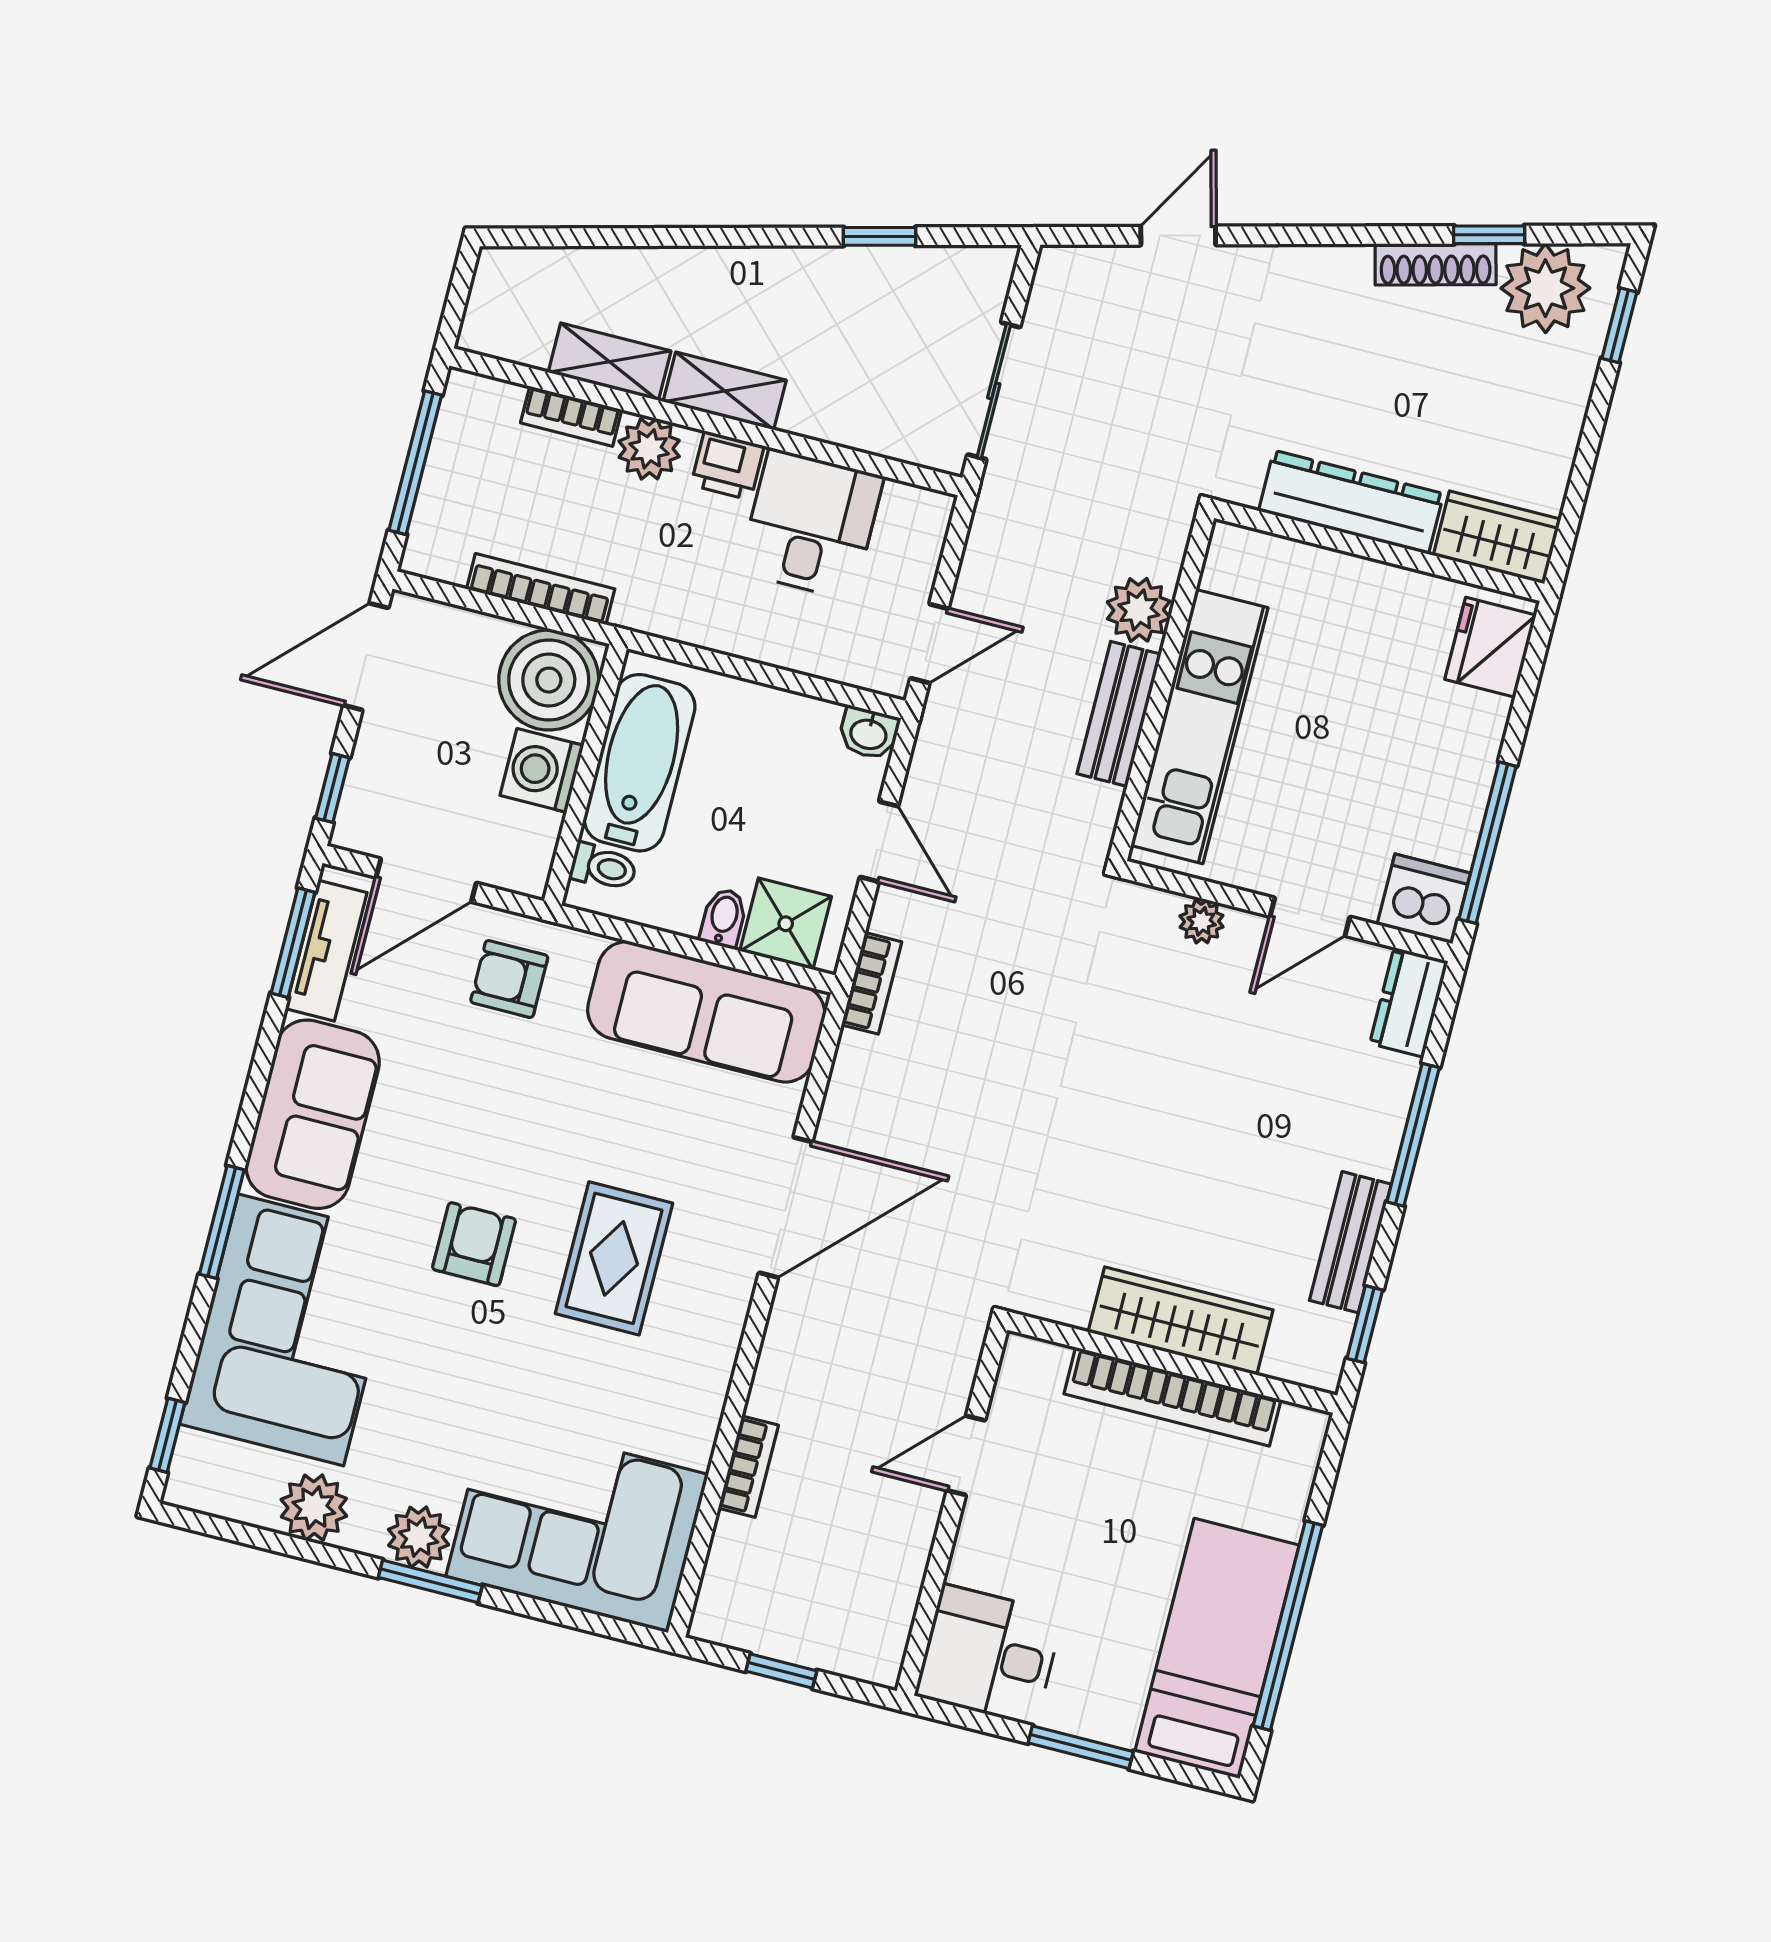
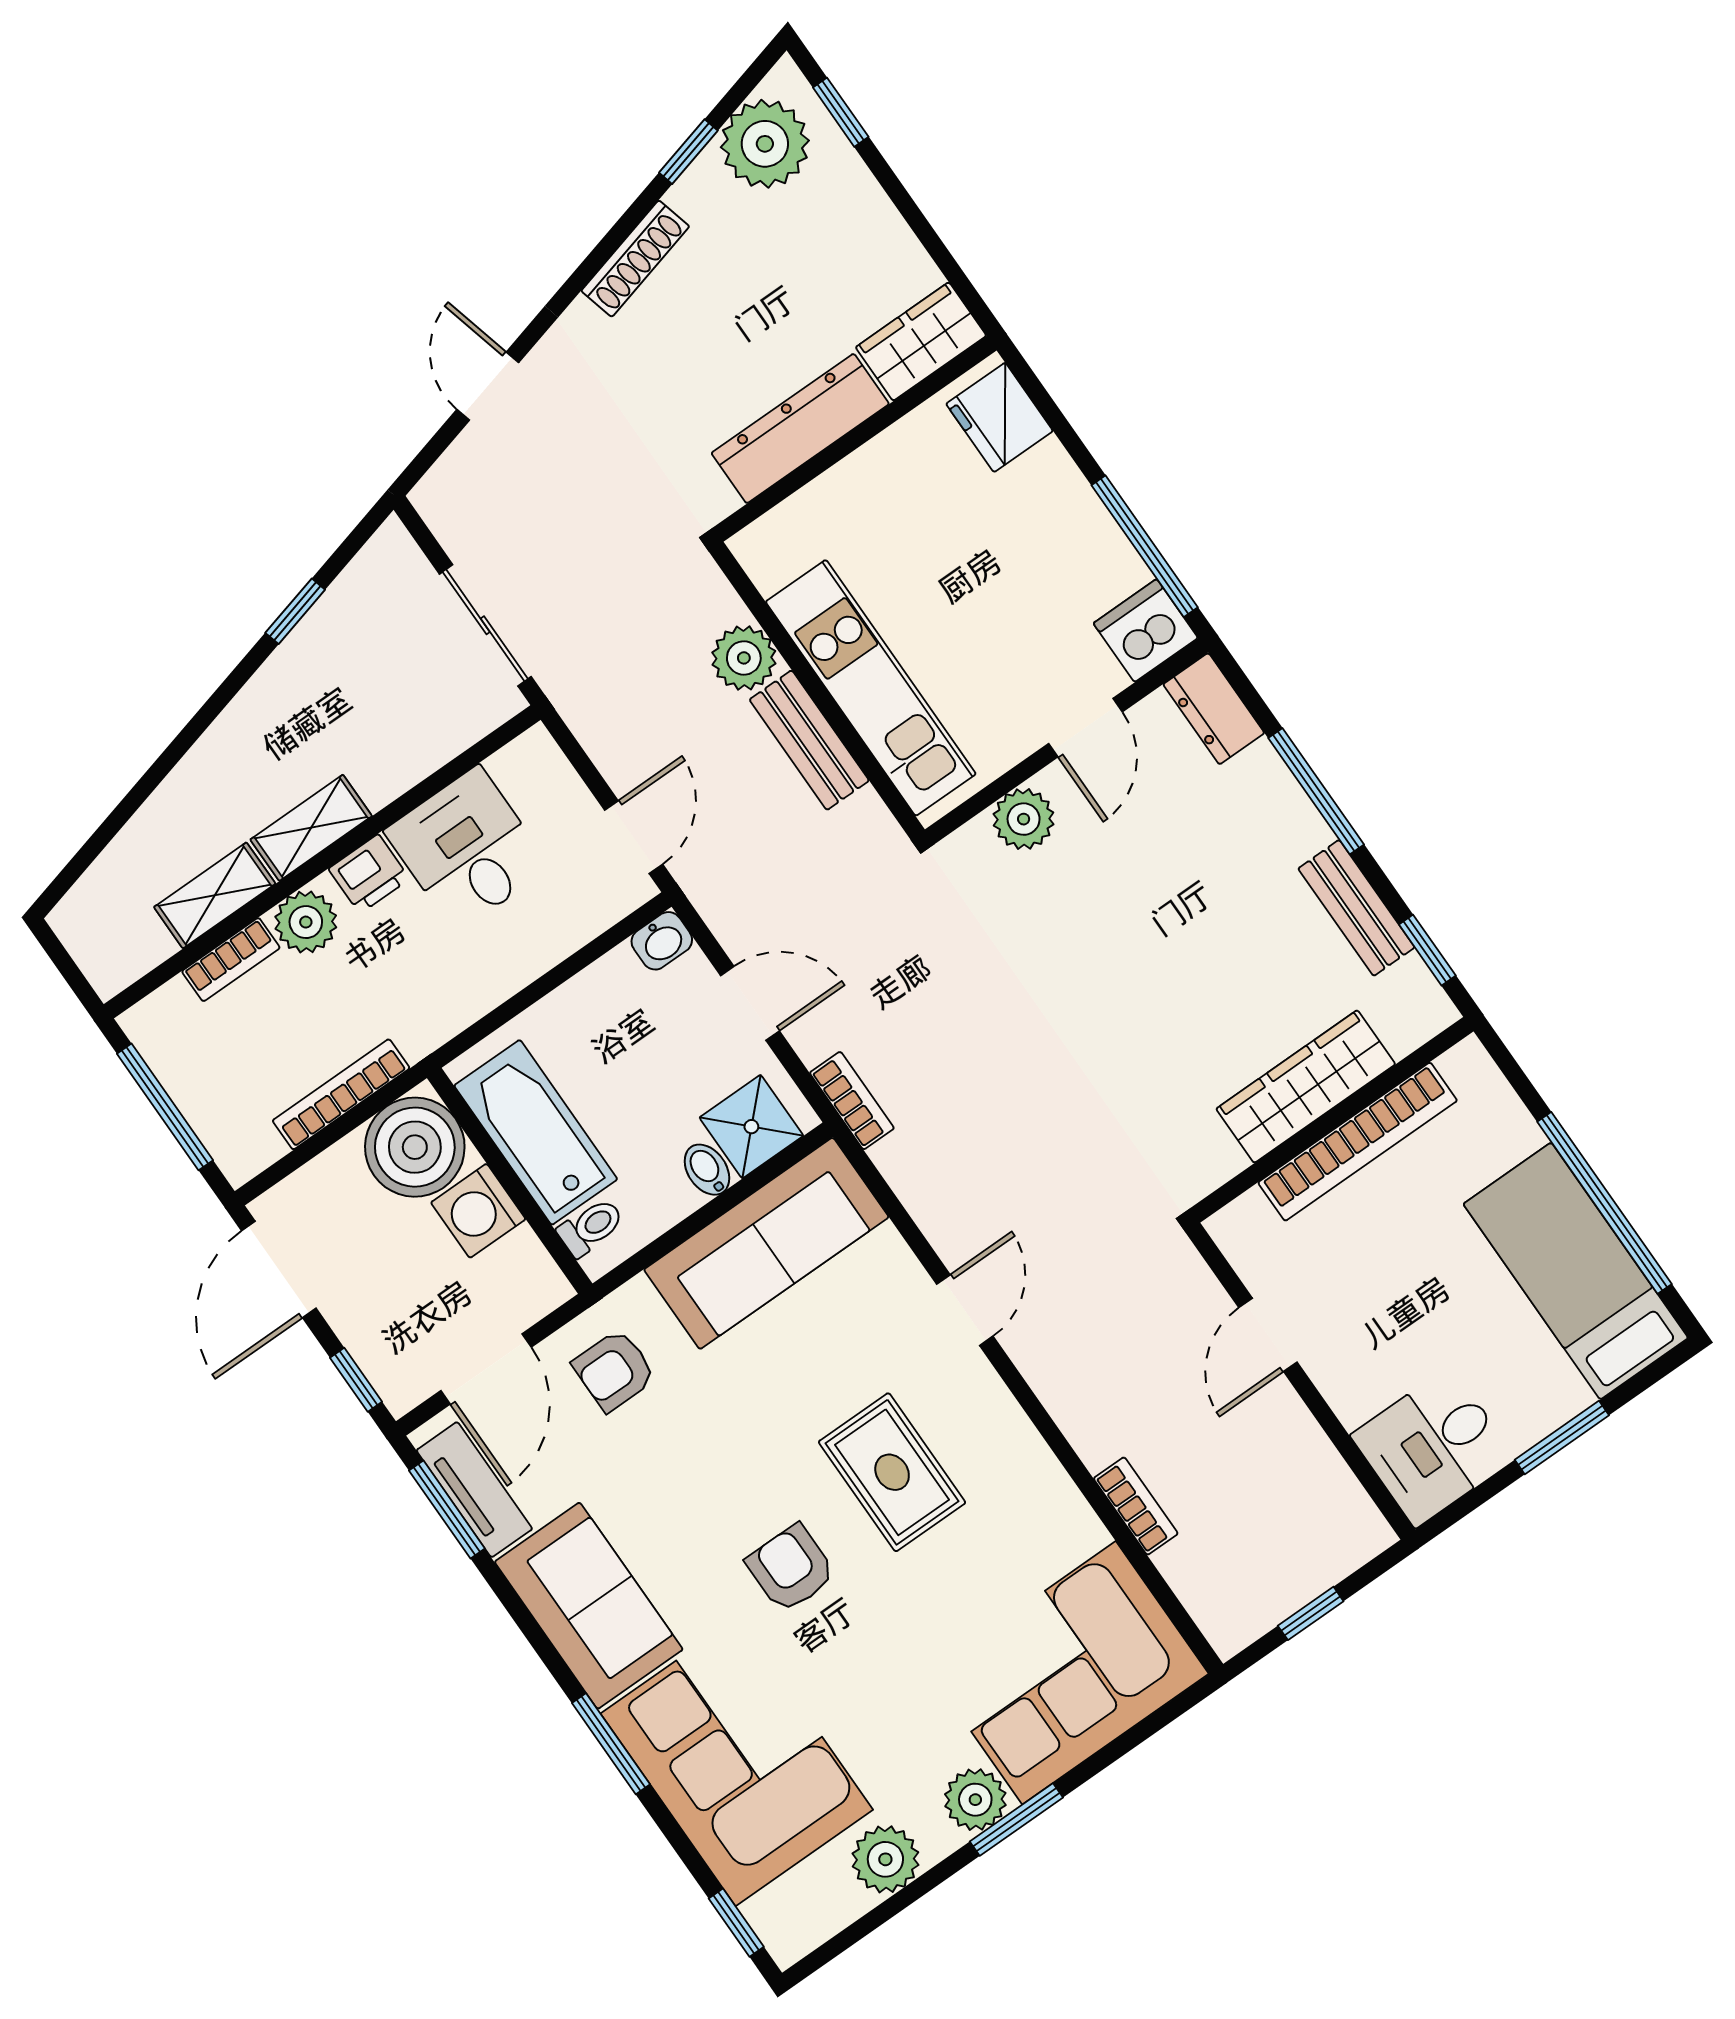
shoe rack: (1436, 264) -> (635, 259), moved
plant: (1202, 921) -> (1024, 819), width x1.38, depth x1.38
door: (786, 1207) -> (965, 1310), width x0.53

